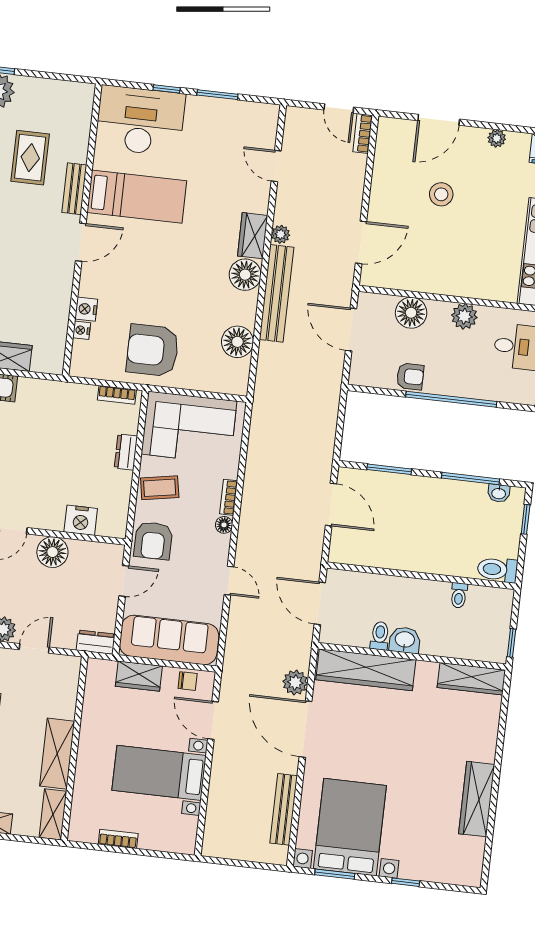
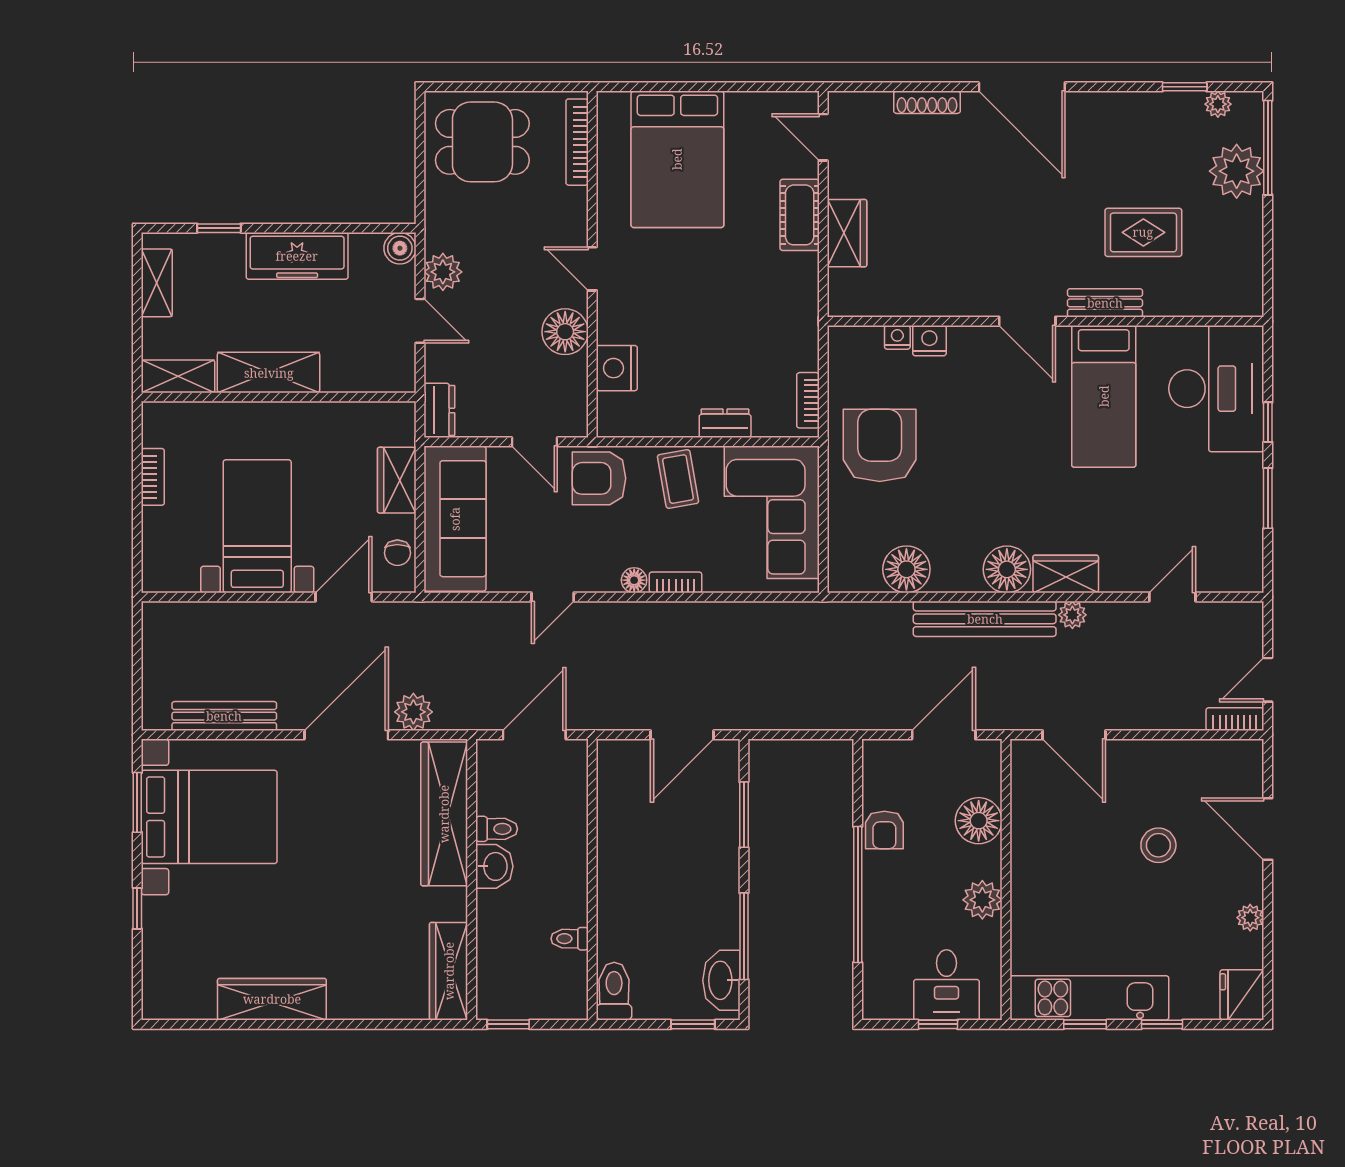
washbasin: (499, 493) -> (721, 980), width x1.91, depth x1.45

